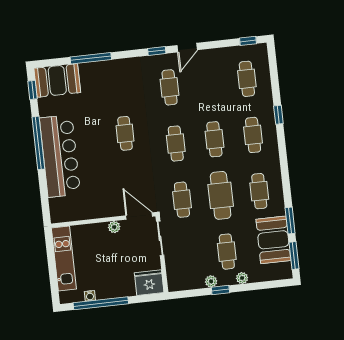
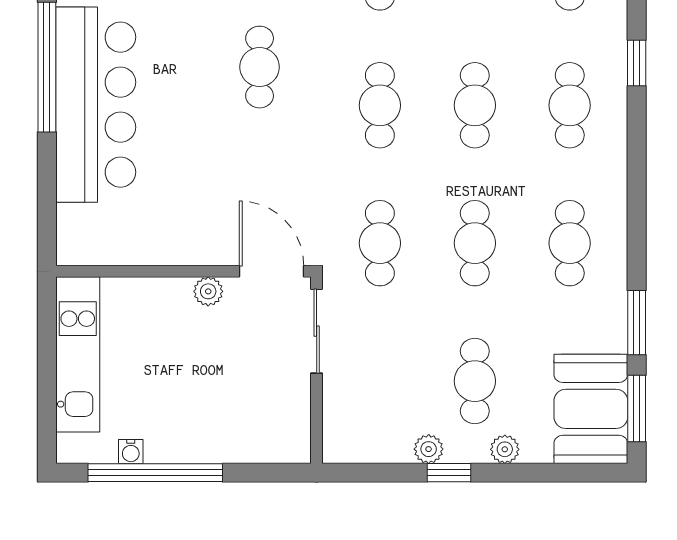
cafe table: (221, 195) -> (475, 243), width x0.73, depth x0.74
booth: (273, 240) -> (591, 409), moved
fridge: (149, 283) -> (278, 436), removed

